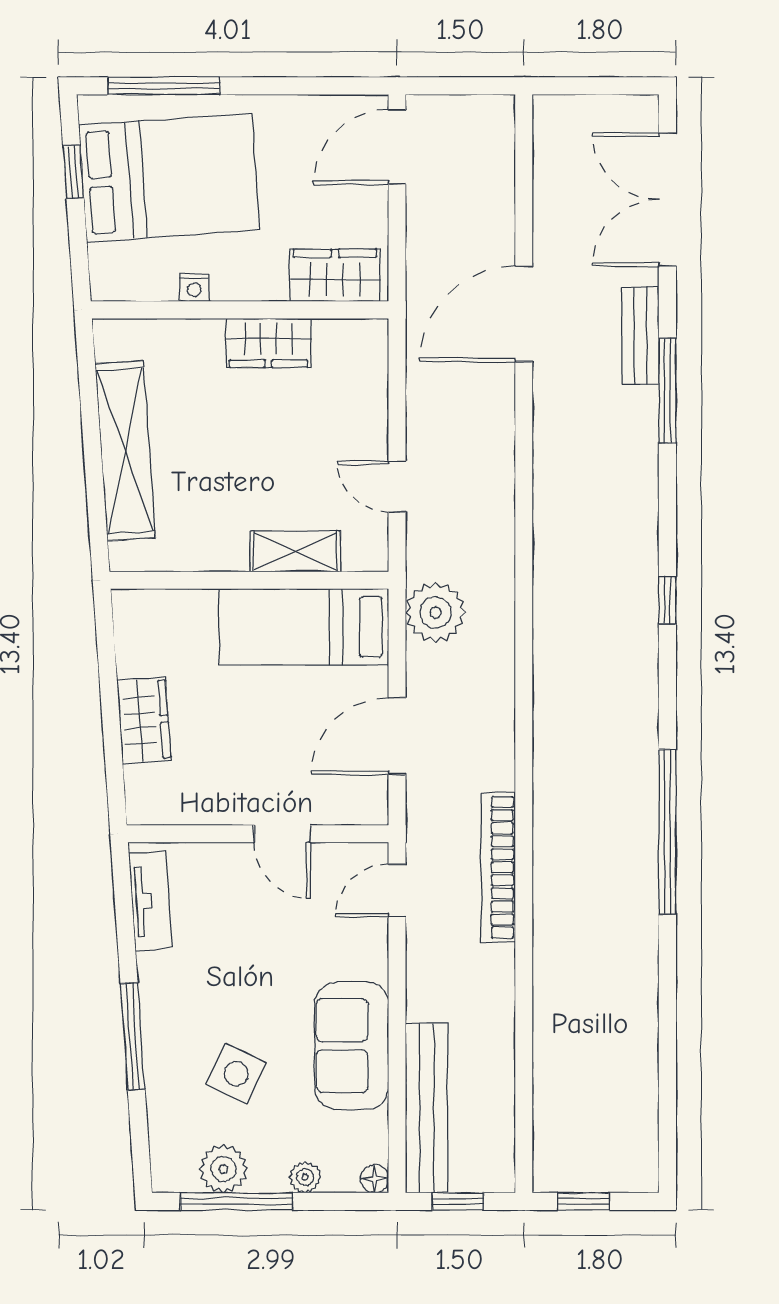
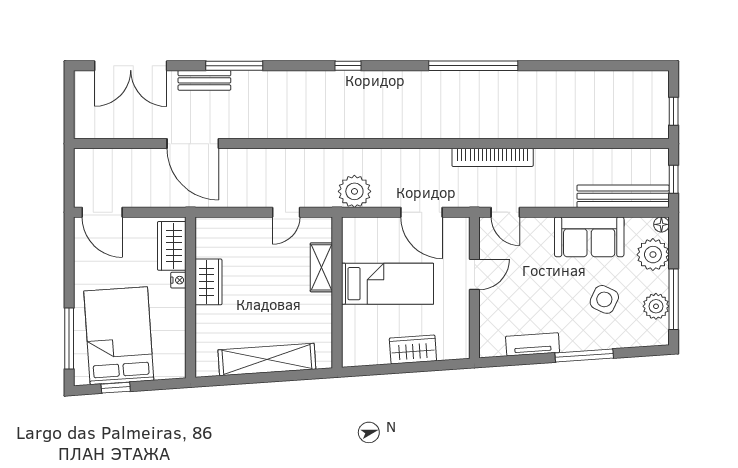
nightstand: (194, 287) -> (178, 280), moved
bed: (304, 627) -> (388, 284), moved, turned -90
tv unit: (150, 901) -> (533, 344), moved
plant: (305, 1177) -> (653, 255), width x1.87, depth x1.87

